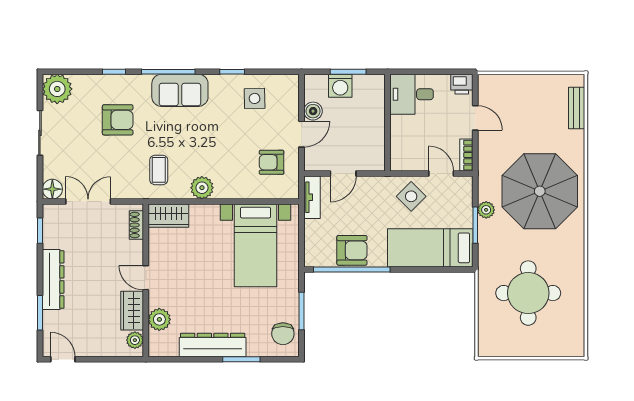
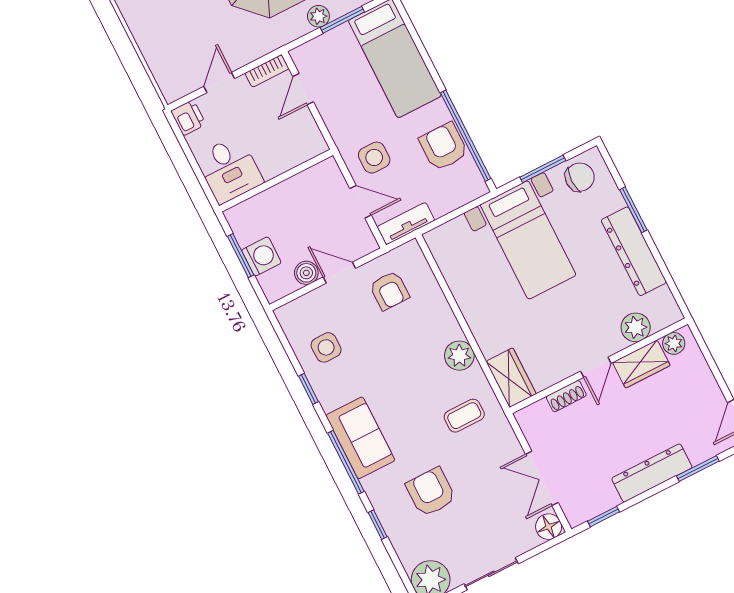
side table: (411, 196) -> (374, 158), moved, turned 45
shoe rack: (136, 225) -> (566, 396), moved
bed with nightstands: (256, 245) -> (528, 240), moved, turned 90

